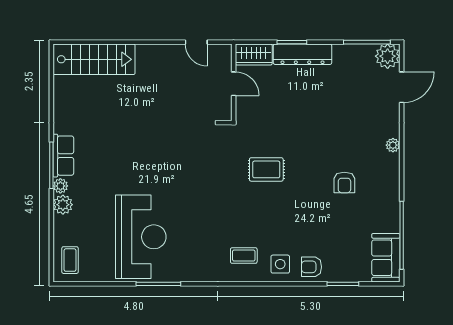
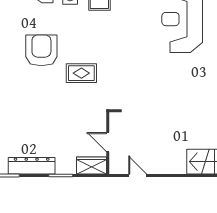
dresser: (303, 54) -> (32, 166), moved
armchair: (344, 183) -> (41, 50), moved, width x1.88, depth x1.88

